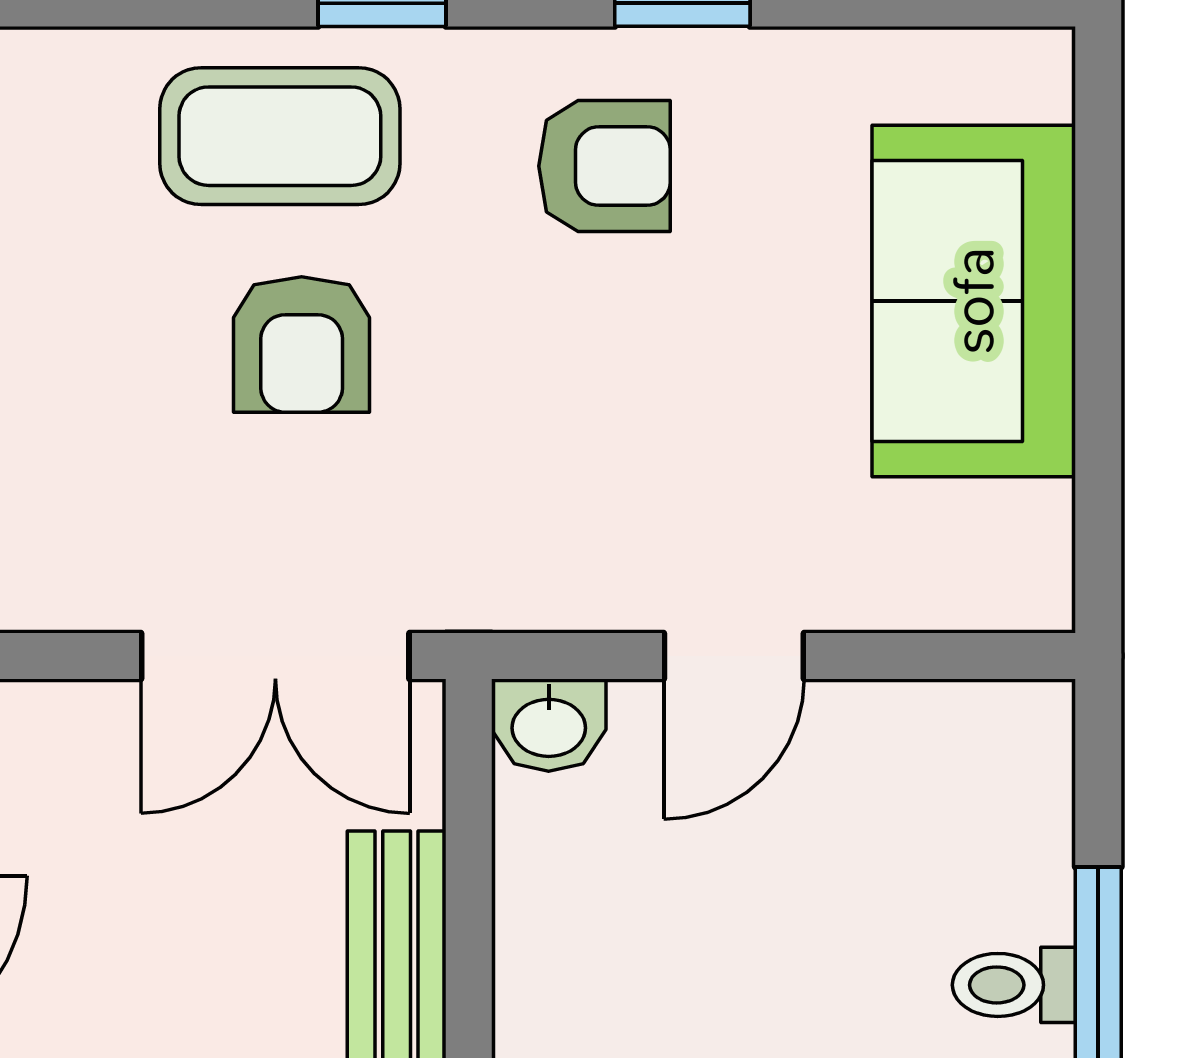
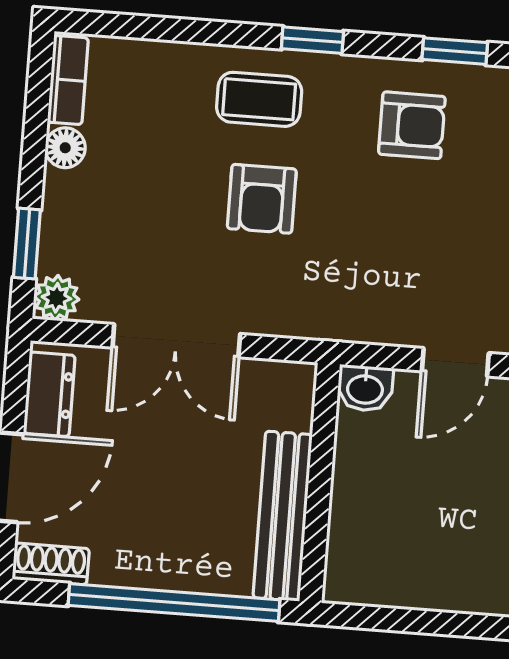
coffee table: (280, 136) -> (259, 99), width x0.73, depth x0.77
double door: (275, 656) -> (176, 341), moved

